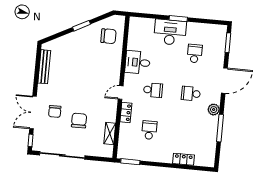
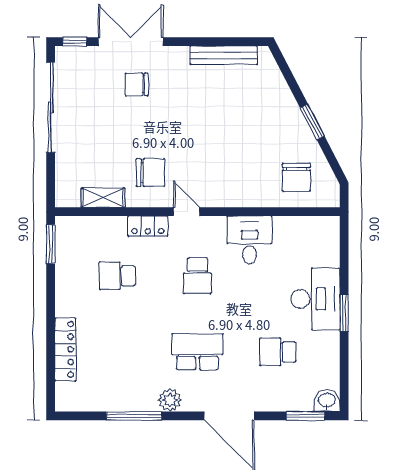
washbasin: (221, 31) -> (327, 401), added
school desk: (195, 53) -> (278, 352), turned 180
school desk: (191, 94) -> (197, 352), width x1.85
chair: (79, 121) -> (151, 173), moved
school desk: (149, 130) -> (117, 276), turned 180
locker: (184, 159) -> (65, 349), width x1.53

